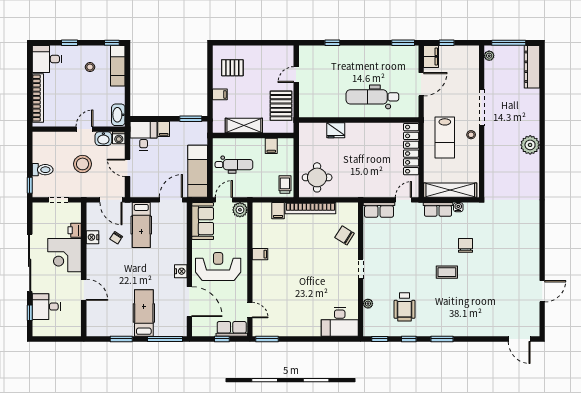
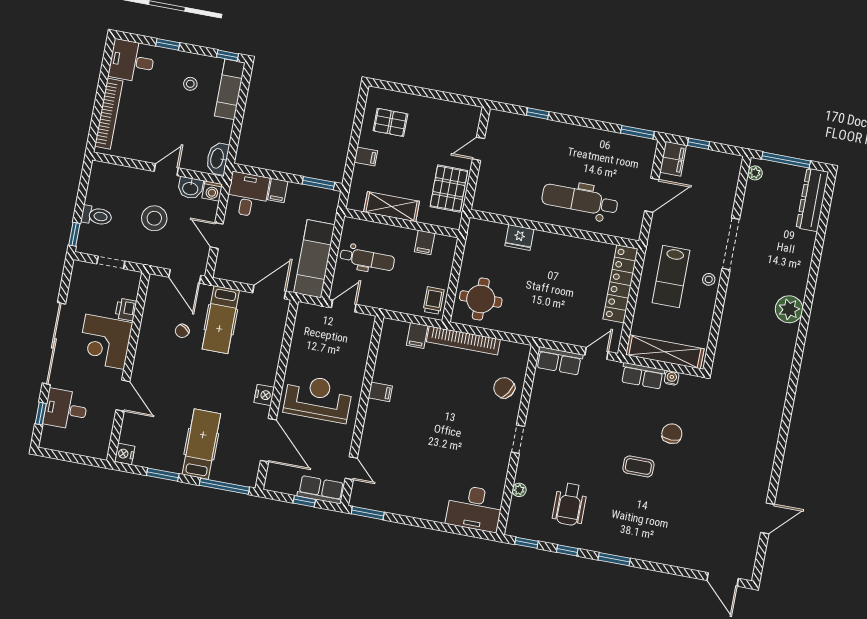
plant: (240, 210) -> (364, 324), removed
sofa: (203, 221) -> (308, 330), removed
nightstand: (92, 237) -> (125, 454), moved

